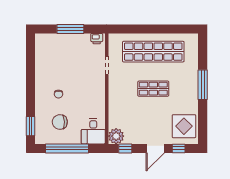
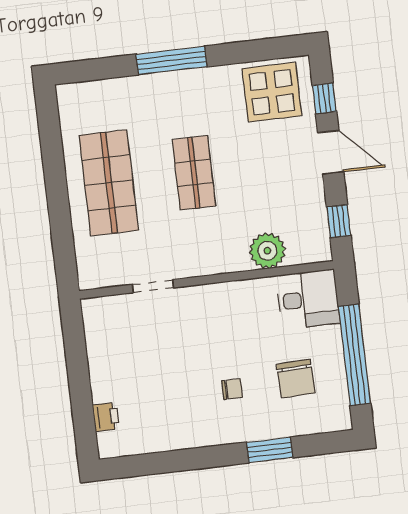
window: (70, 29) -> (79, 380), removed
printer: (97, 39) -> (106, 417), moved
shop shelf: (153, 52) -> (109, 183), width x0.71
window: (30, 126) -> (270, 450), moved
plant: (116, 136) -> (267, 251), moved

